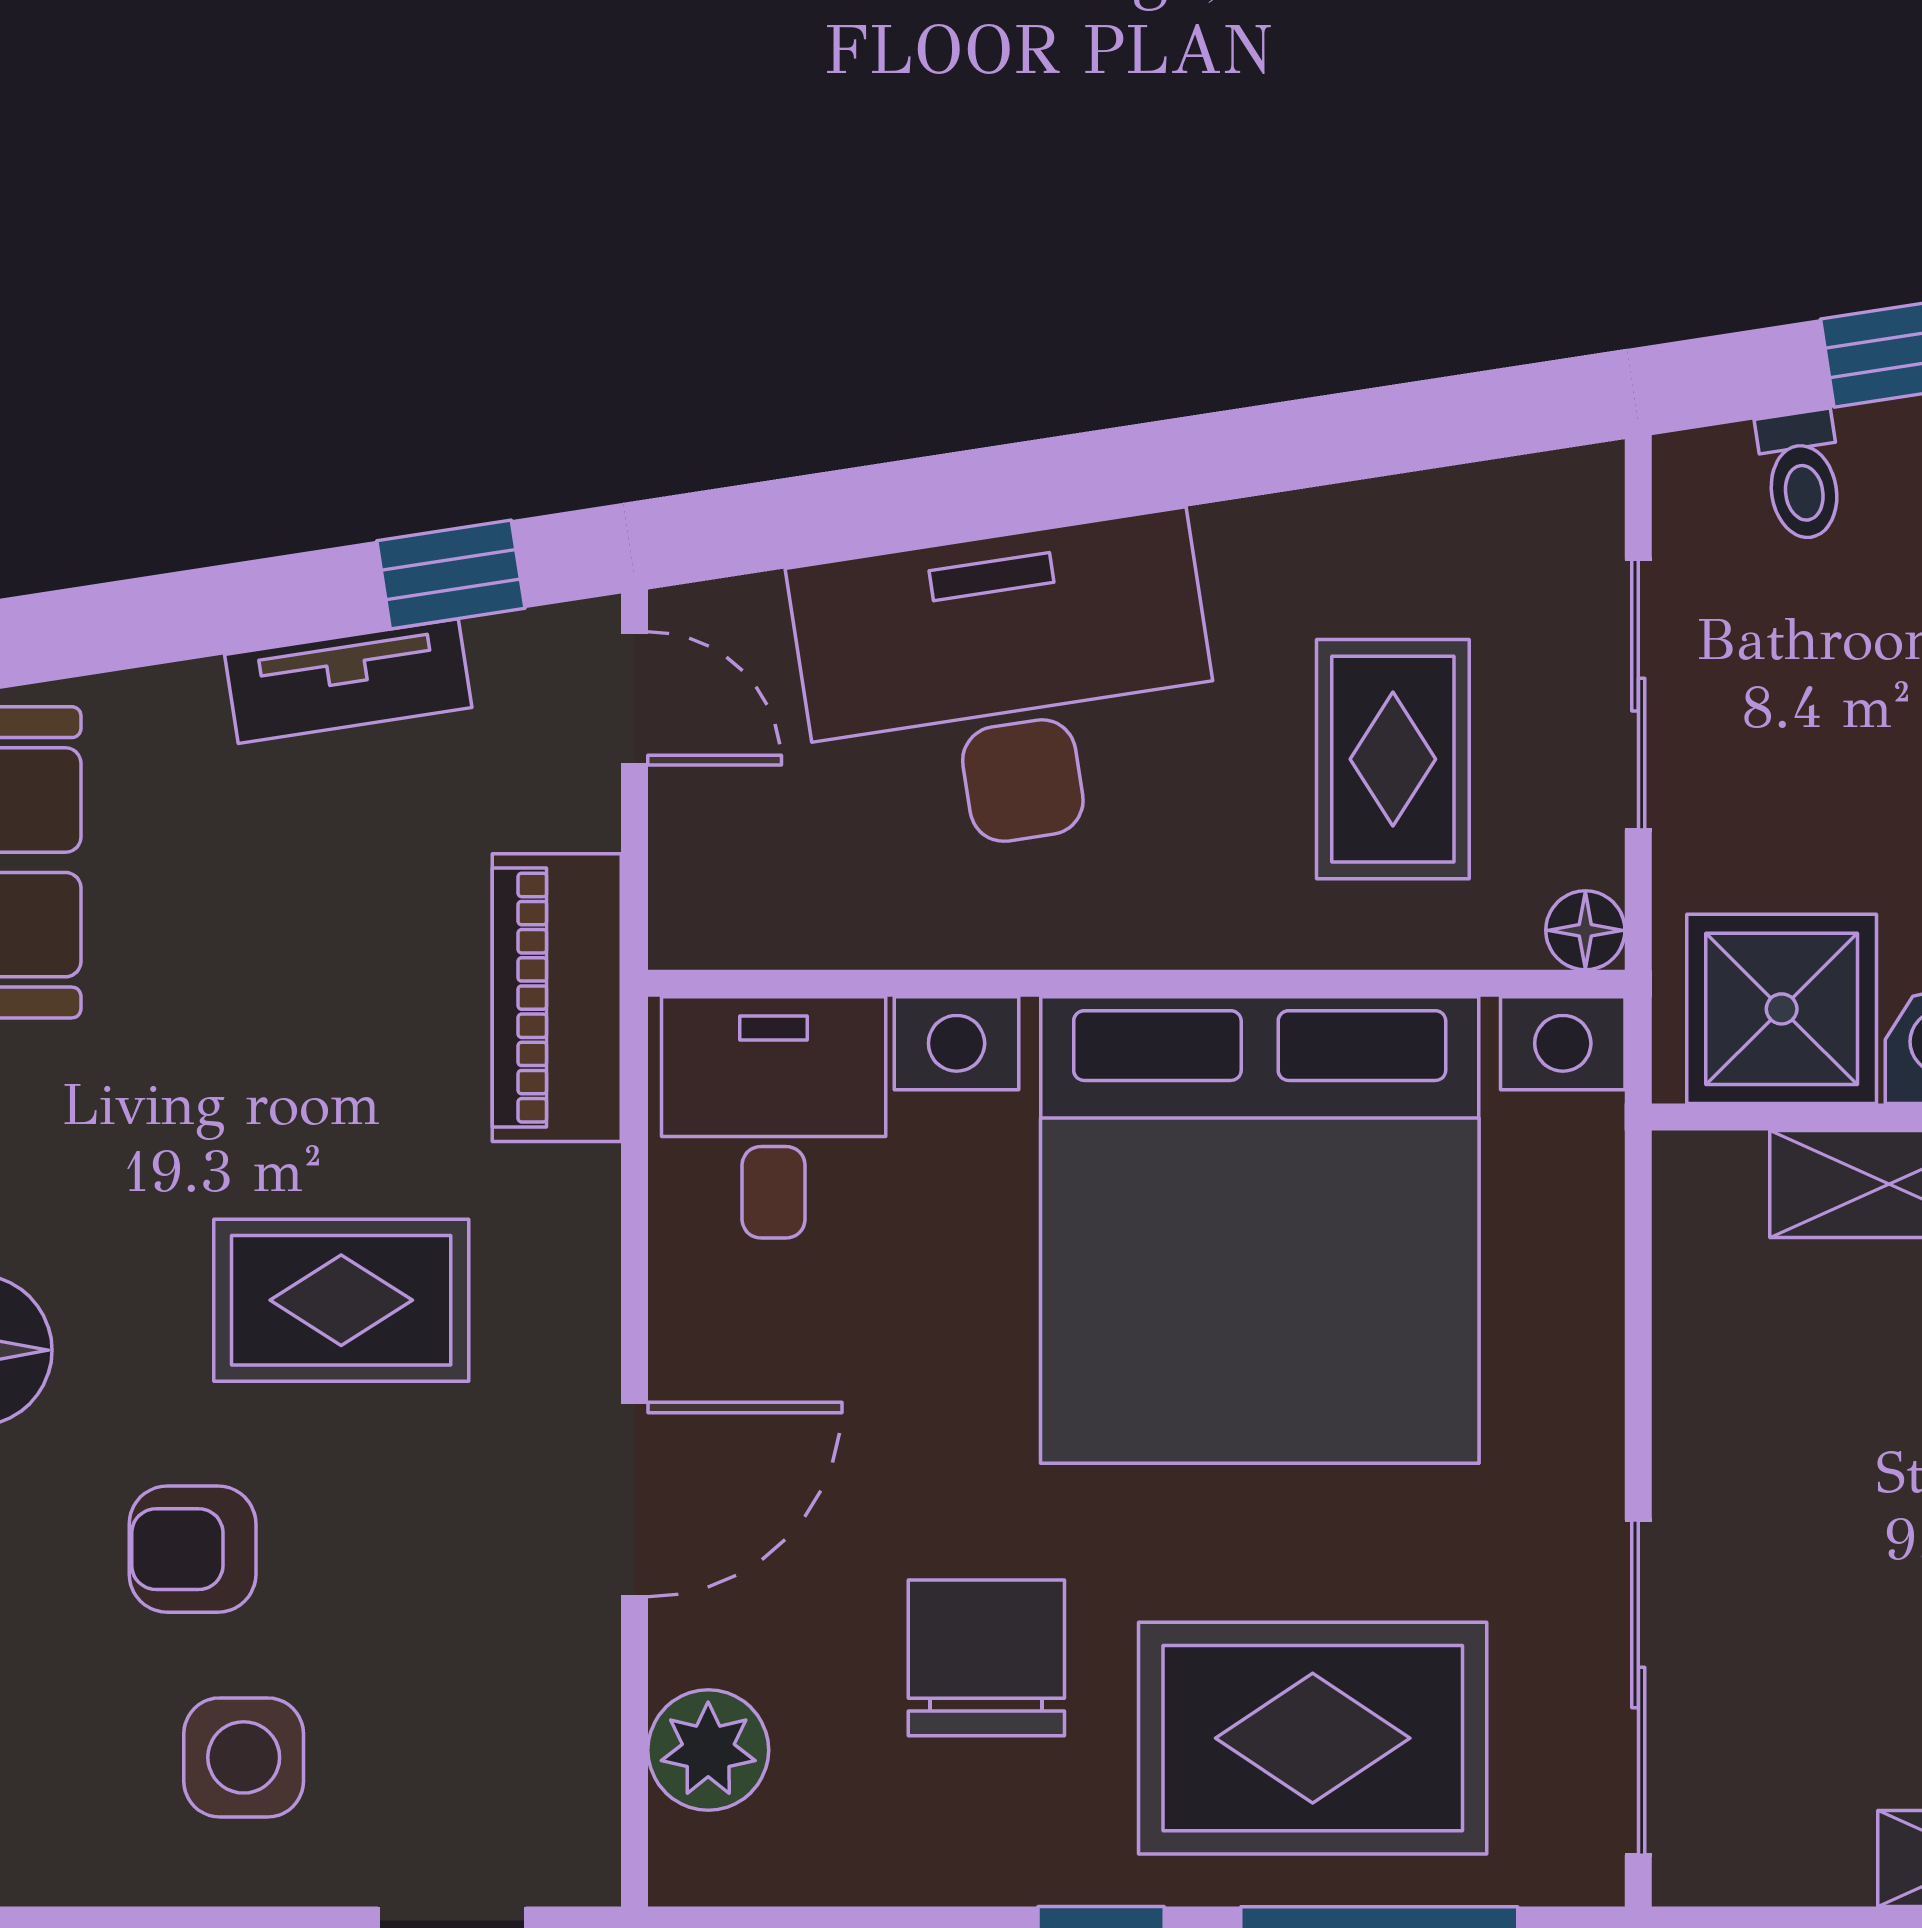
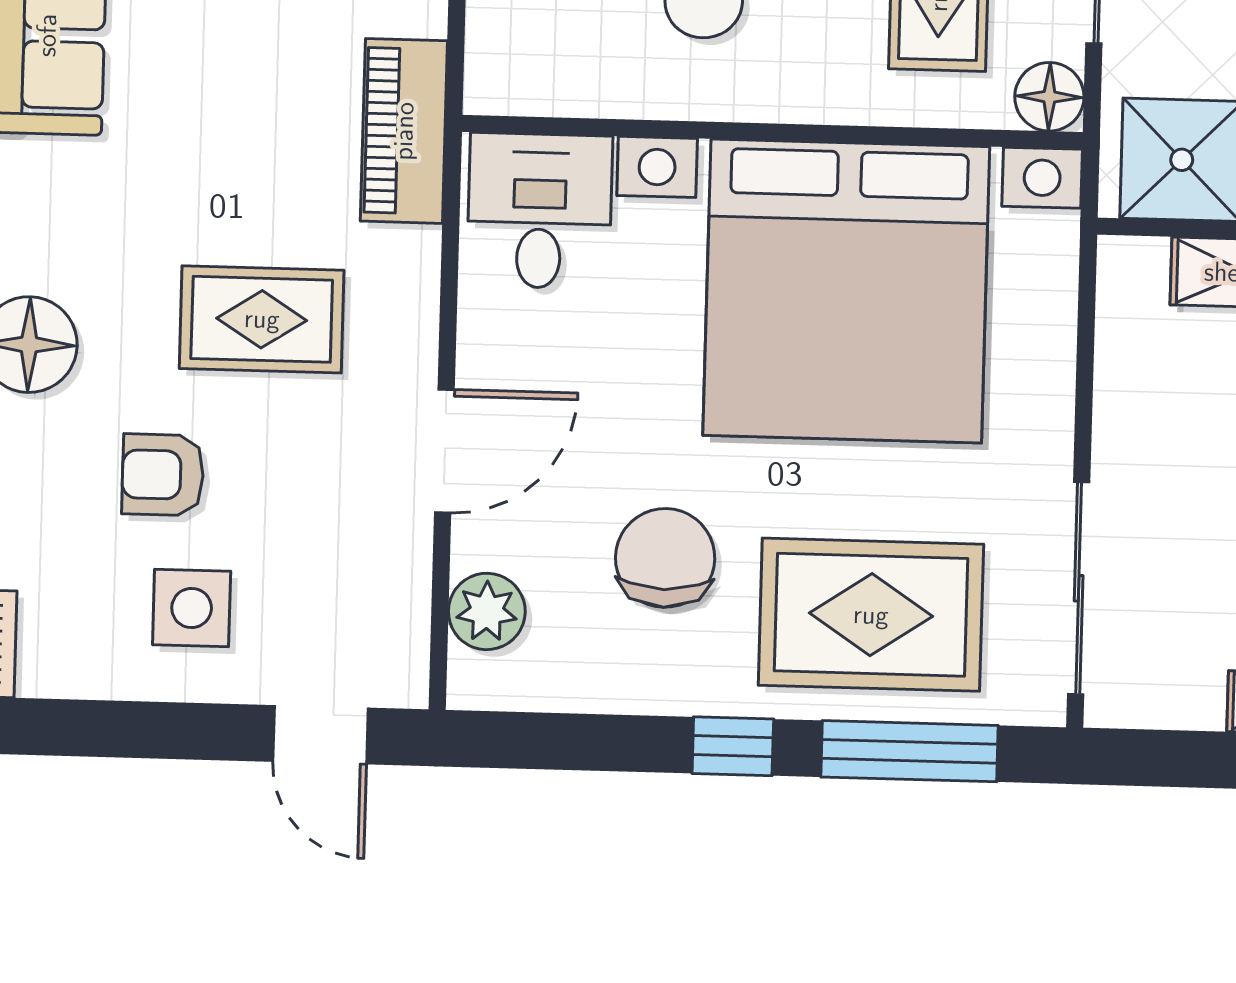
floor lamp: (1585, 930) -> (1049, 97), width x1.37, depth x1.37

